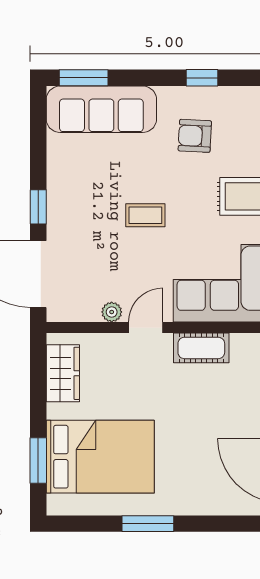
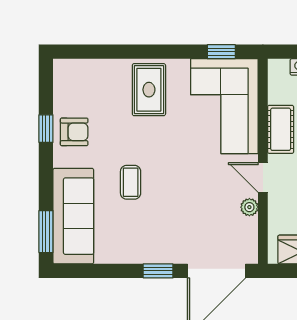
armchair: (195, 136) -> (74, 132), moved, turned -93
coffee table: (145, 215) -> (131, 182), moved

